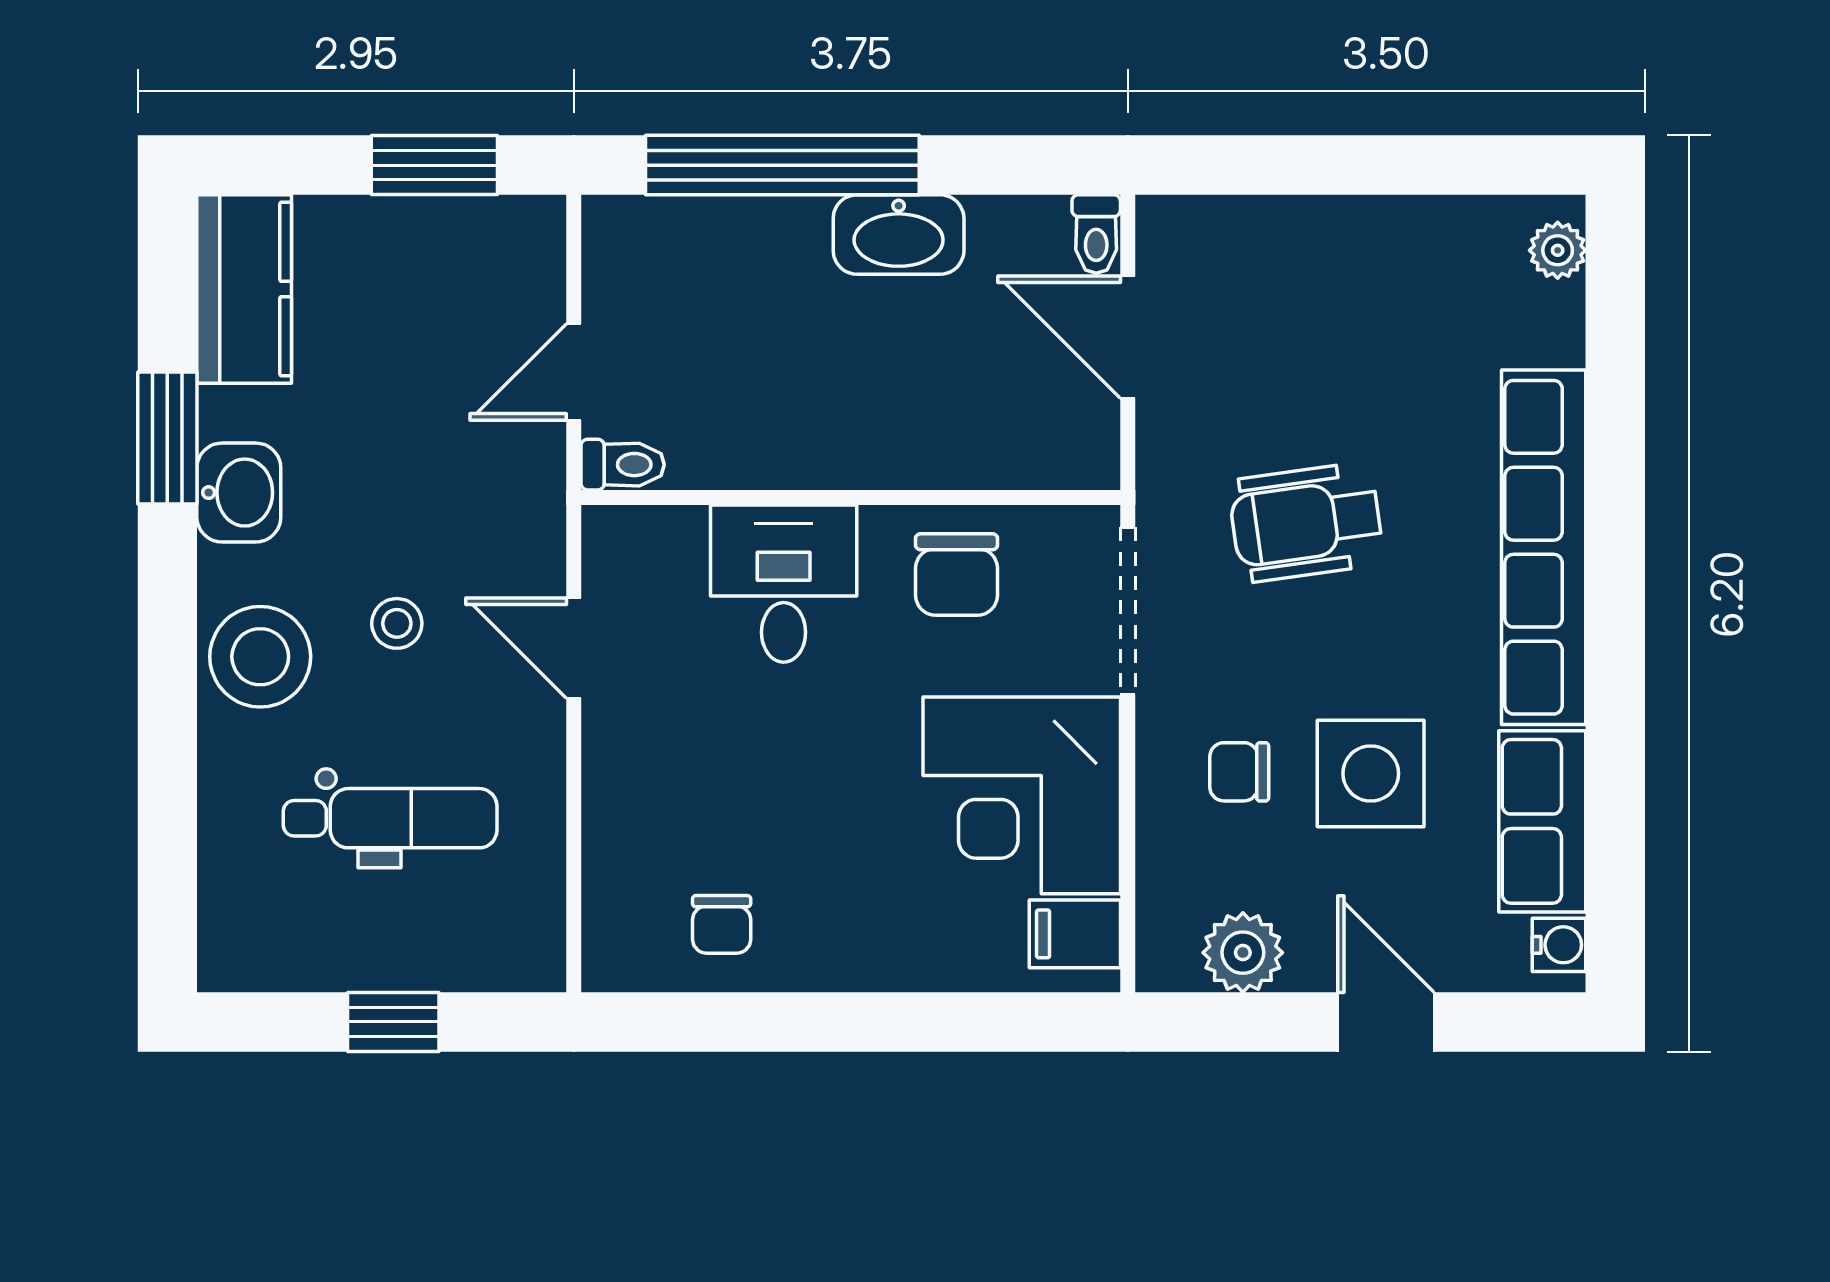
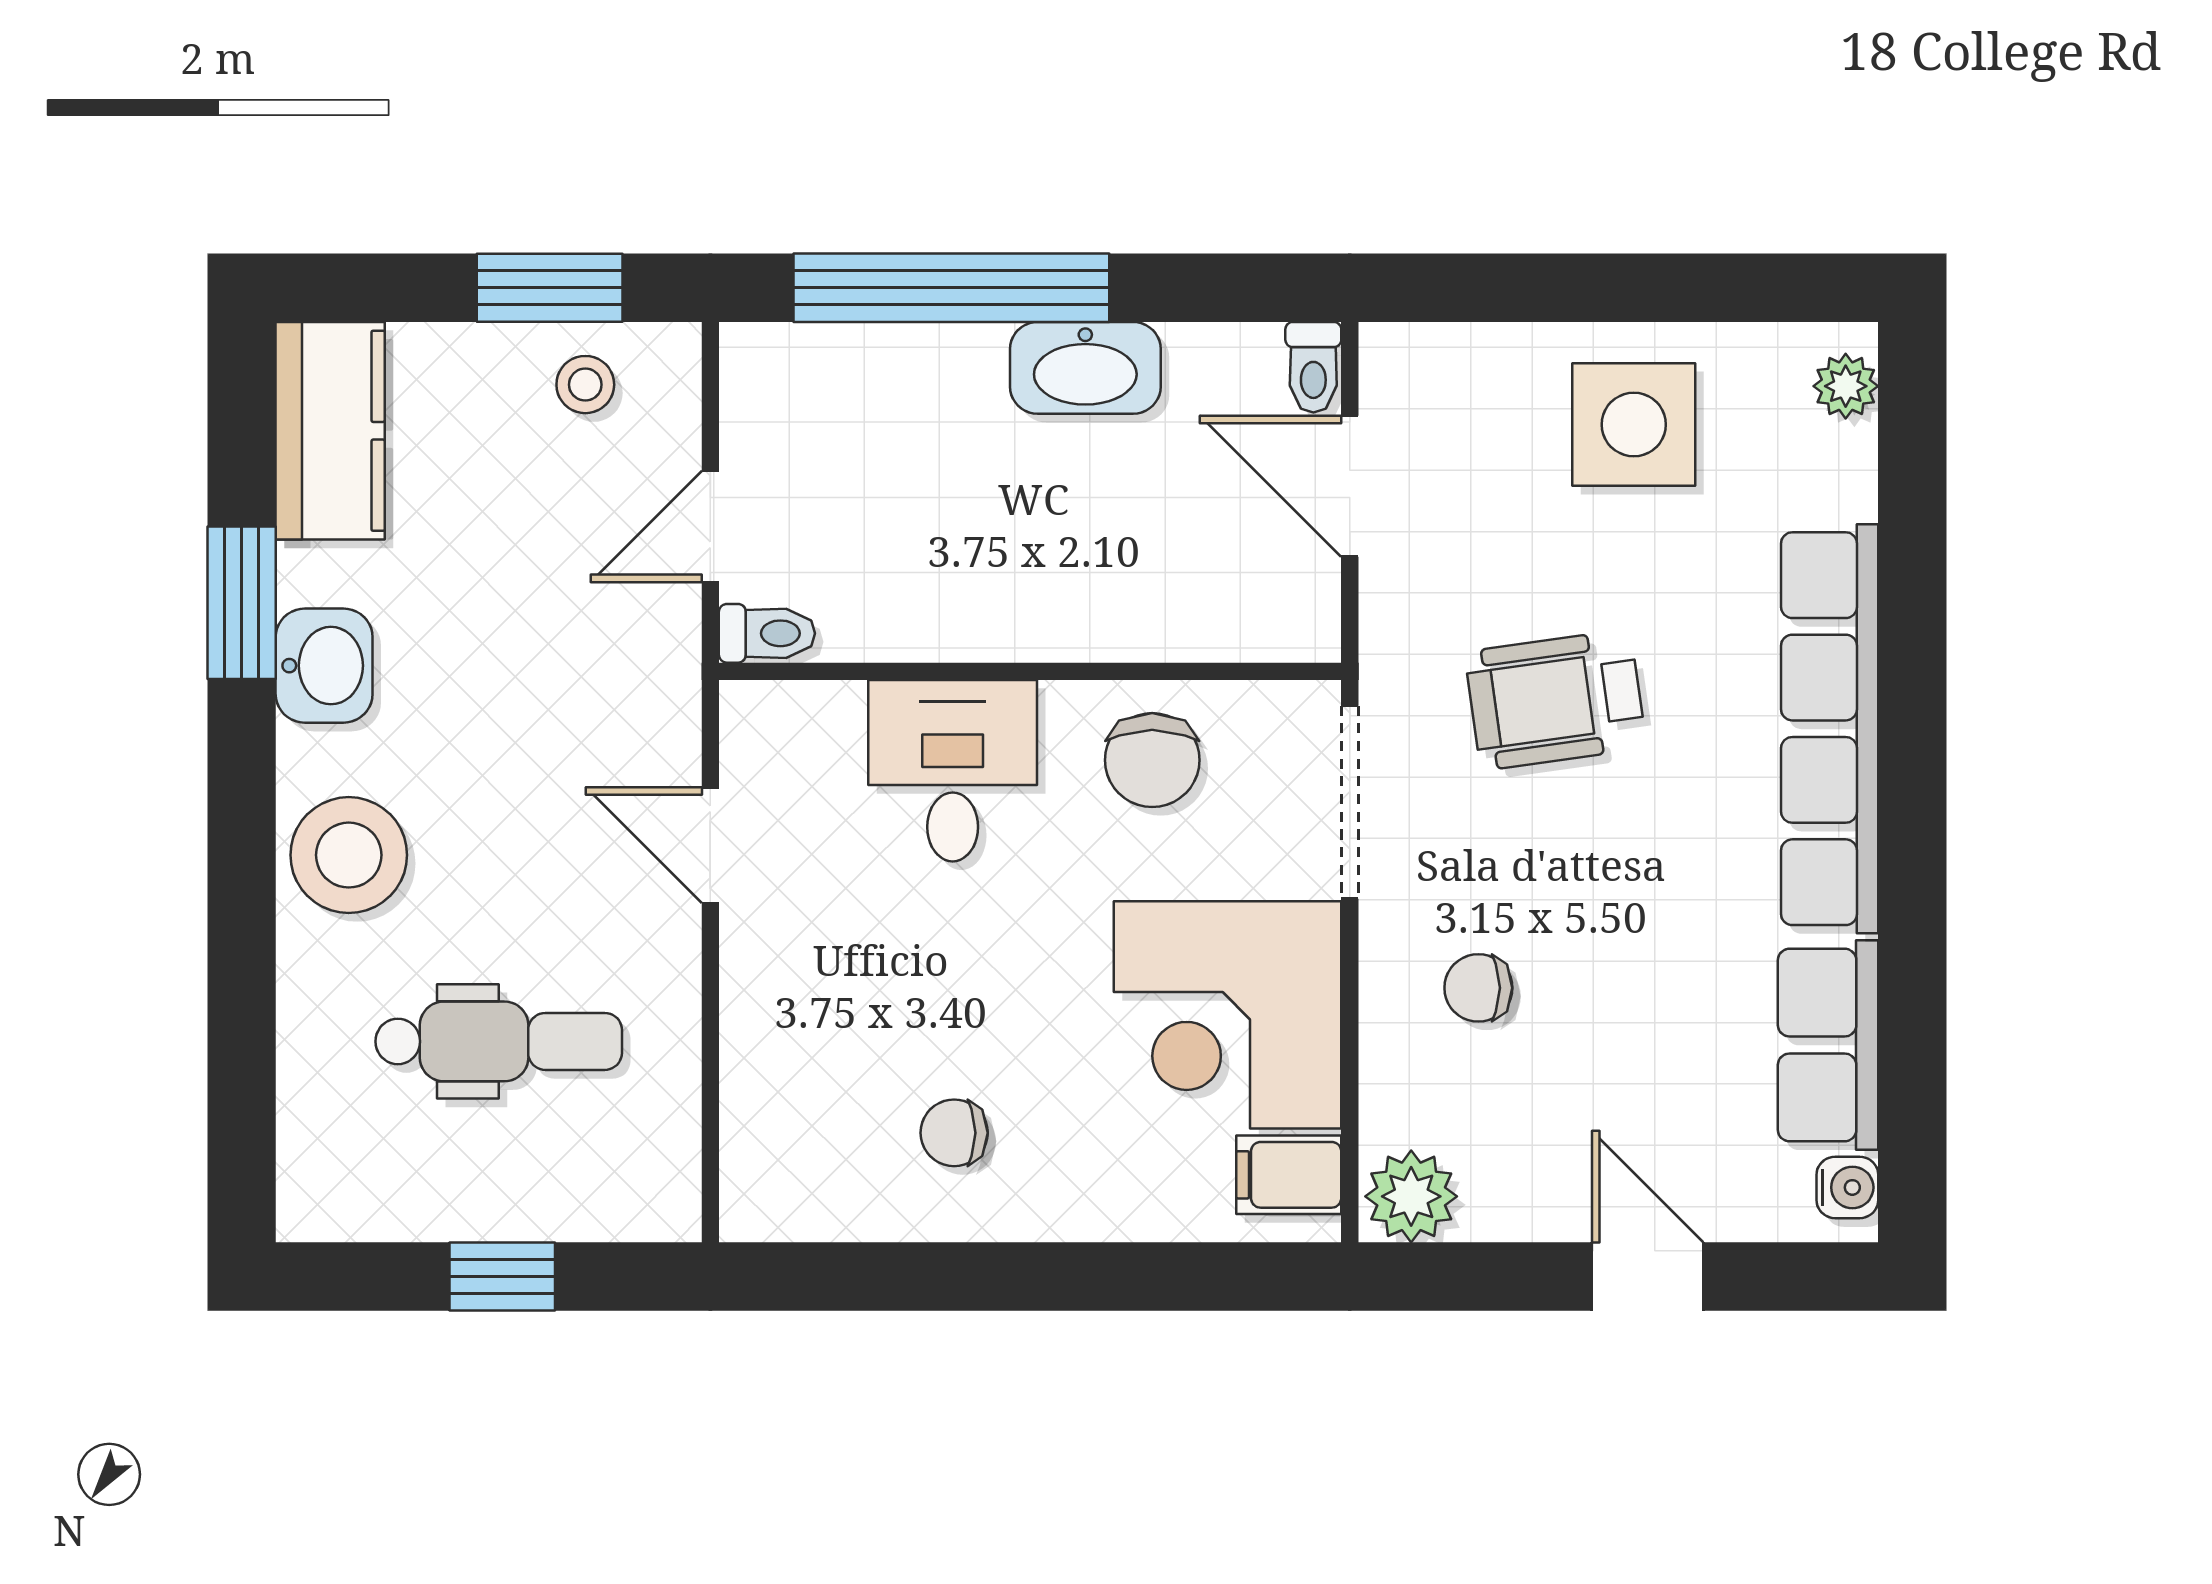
stool: (397, 623) -> (585, 385), moved
side table: (1371, 773) -> (1634, 425), moved
chair: (722, 924) -> (954, 1133), moved, turned 90
plant: (1243, 953) -> (1411, 1196), moved

